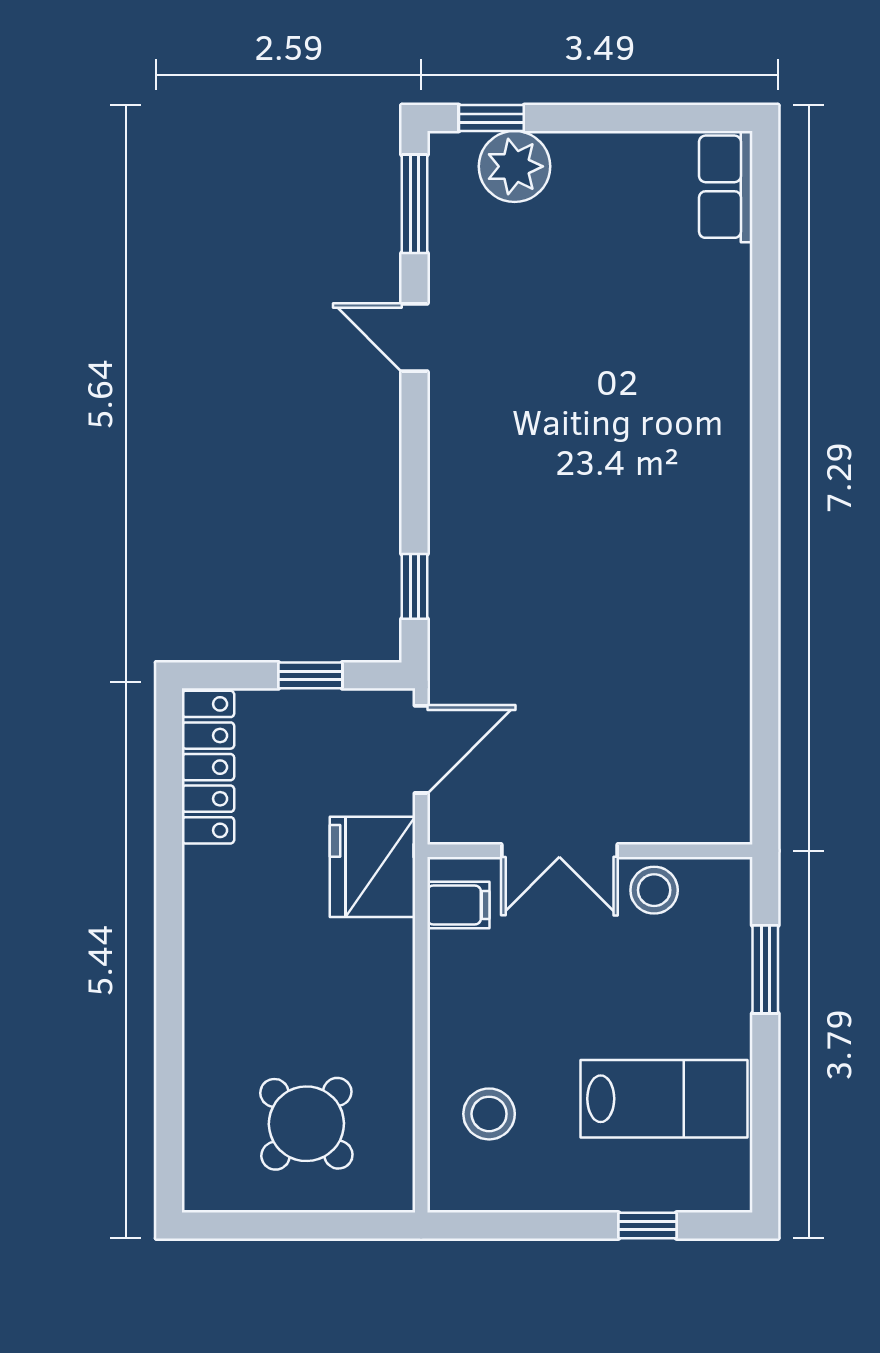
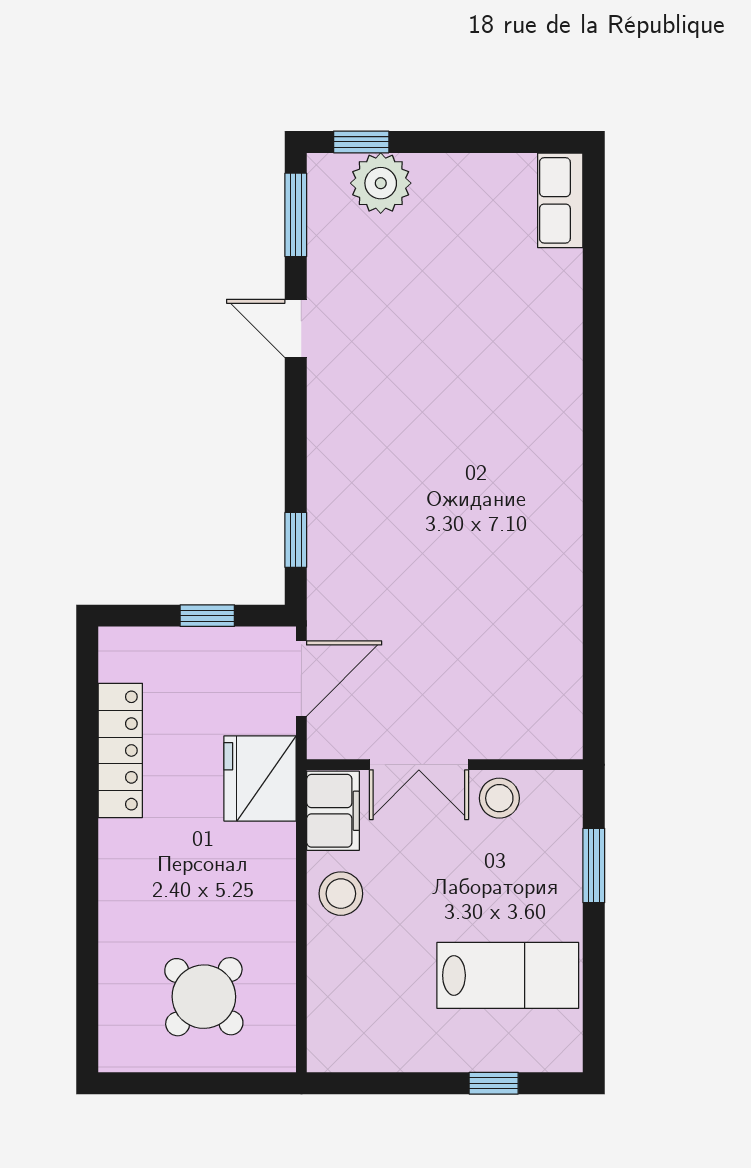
locker: (208, 767) -> (120, 750), moved
filing cabinet: (458, 905) -> (333, 811), width x2.00
stool: (489, 1114) -> (341, 894), moved

